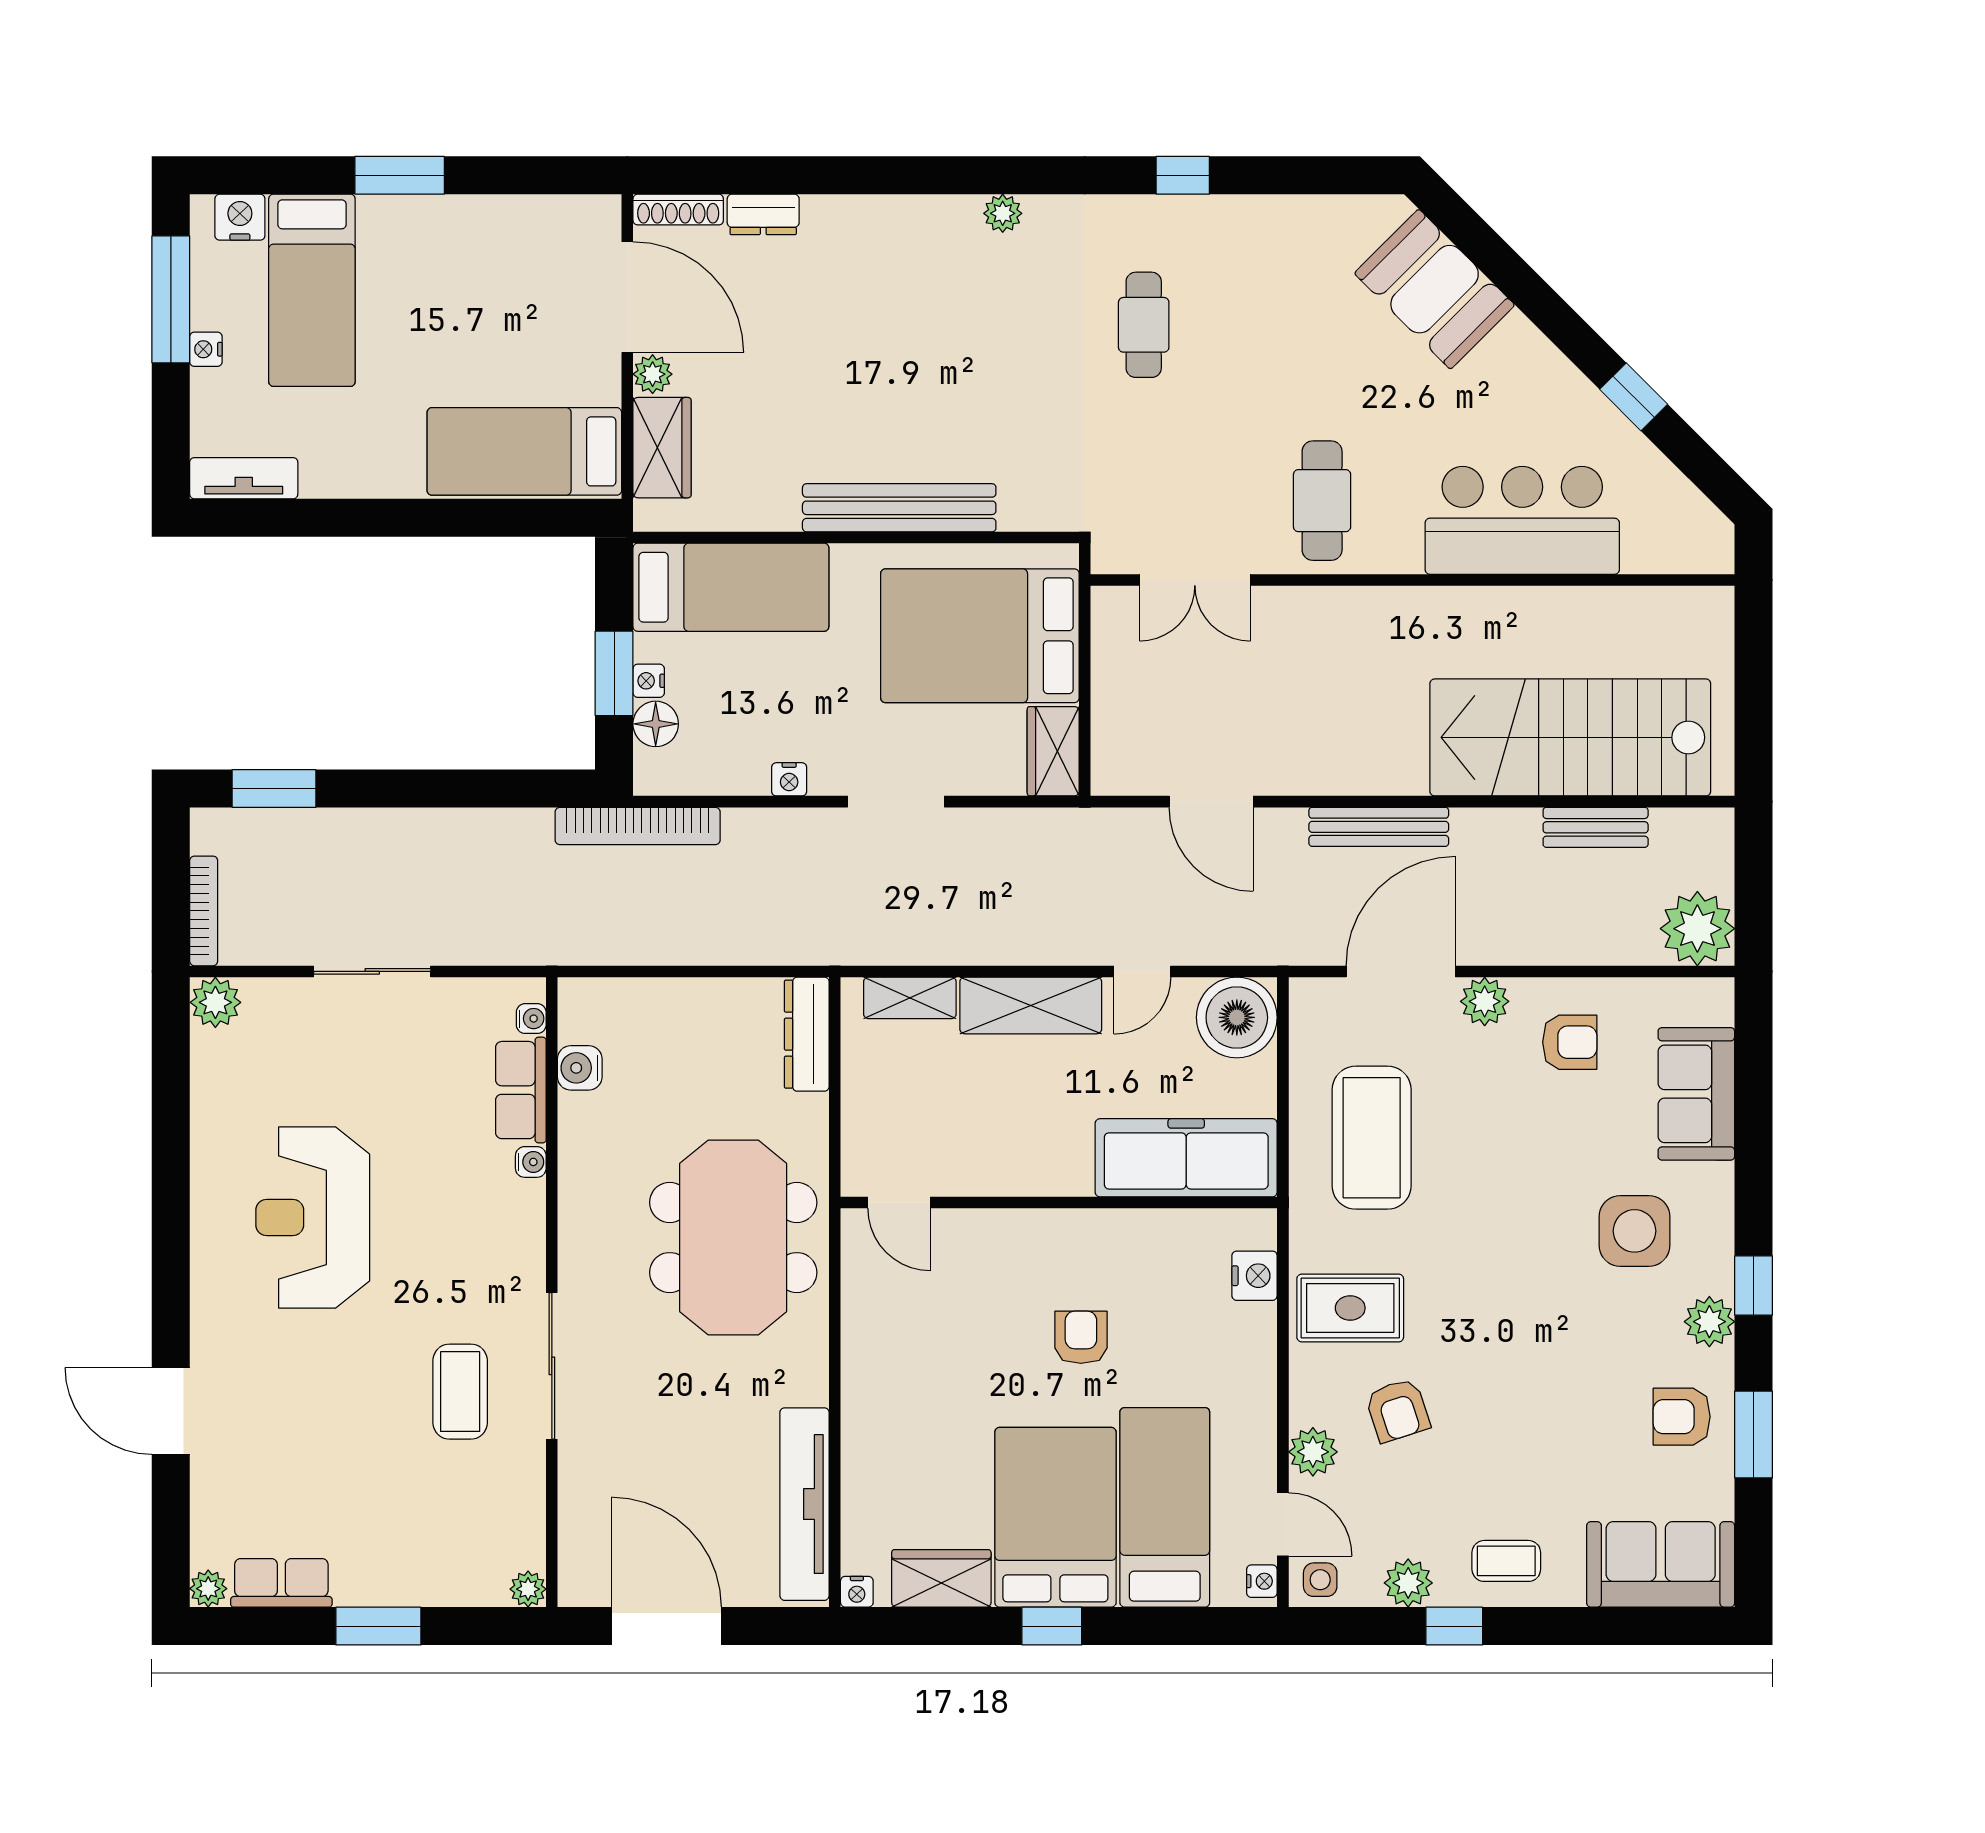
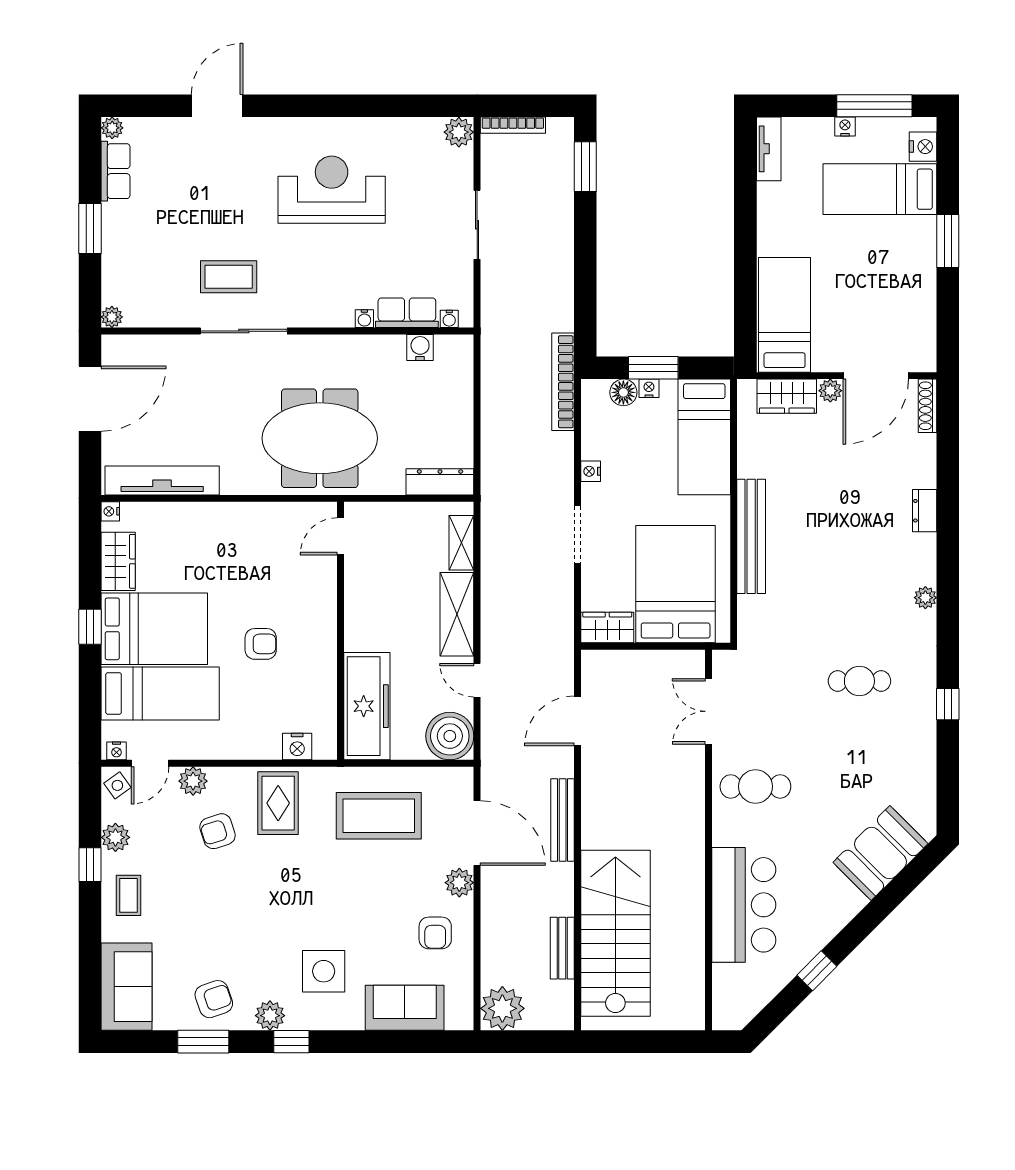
dresser: (763, 214) -> (925, 511), moved
armchair: (1682, 1417) -> (214, 999), turned 71
side table: (1320, 1580) -> (117, 785), turned -36

